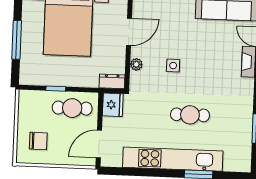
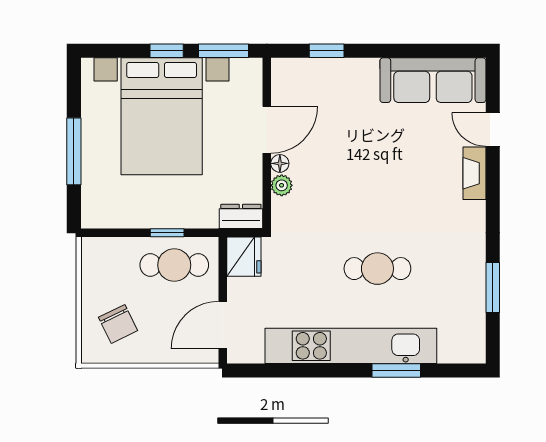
floor lamp: (136, 52) -> (280, 163), added
side table: (173, 66) -> (345, 185), removed
window: (56, 89) -> (167, 233), moved
chair: (38, 141) -> (118, 324), turned 64

